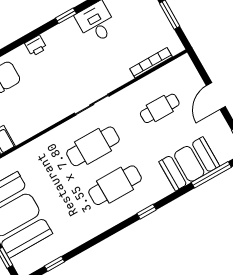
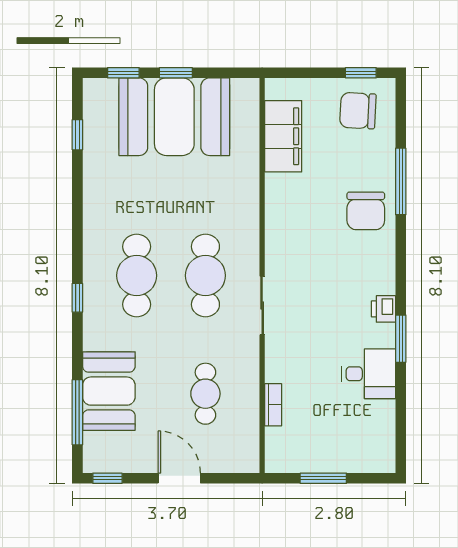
window: (66, 16) -> (401, 339), width x1.50
printer: (36, 46) -> (384, 309), moved
bookcase: (151, 63) -> (273, 405), width x0.64

